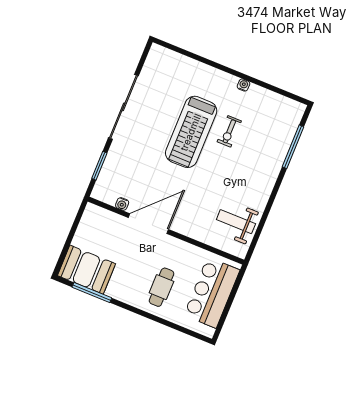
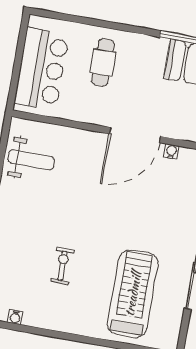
water cooler: (243, 85) -> (15, 317), moved
treadmill: (191, 132) -> (133, 294), moved

